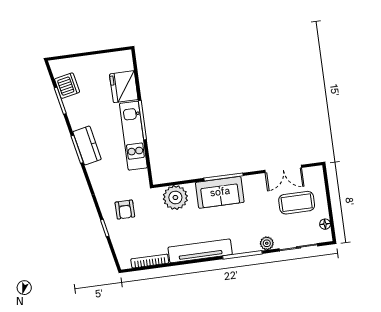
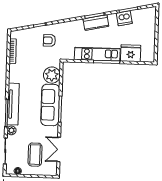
dishwasher: (67, 86) -> (124, 18), moved
sofa: (220, 192) -> (50, 105), width x1.36
tv unit: (200, 251) -> (13, 104), moved

